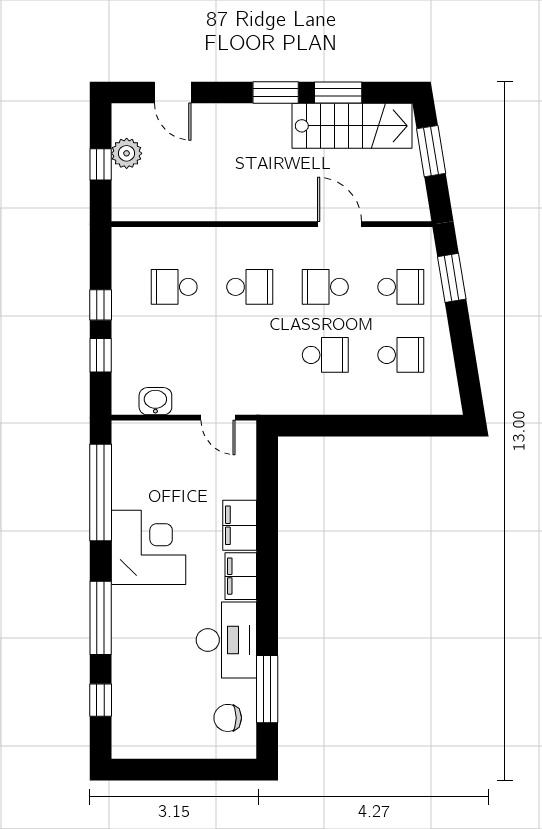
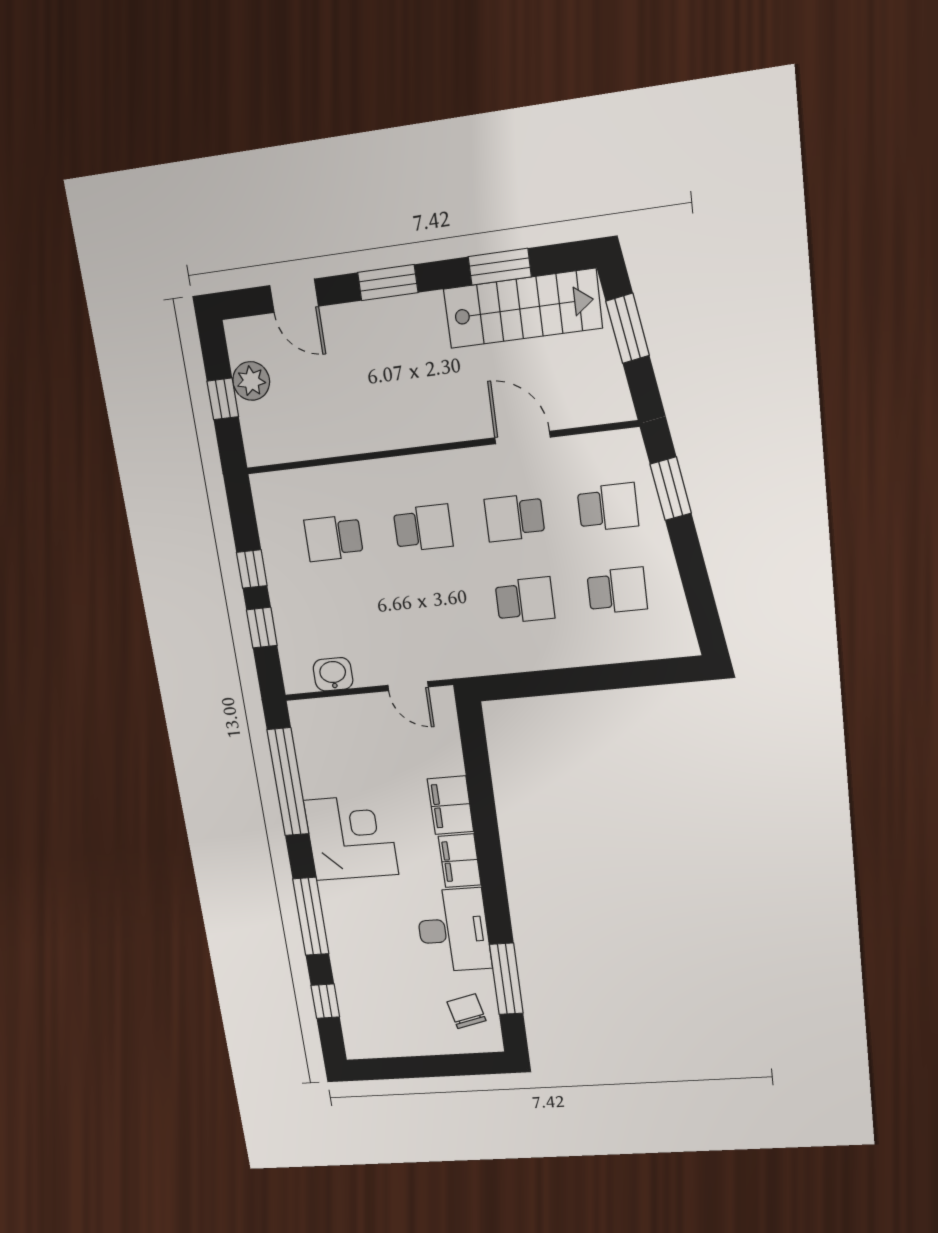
window: (276, 93) -> (388, 283), moved
chair: (228, 718) -> (467, 1011), turned 77

